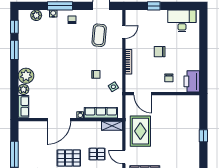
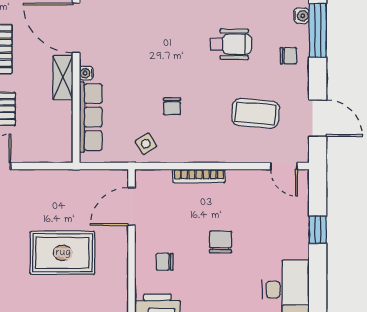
door: (124, 32) -> (284, 166), moved
wheelchair: (67, 47) -> (231, 44), added
shelving: (112, 126) -> (63, 78), moved
rug: (140, 131) -> (63, 253), moved

